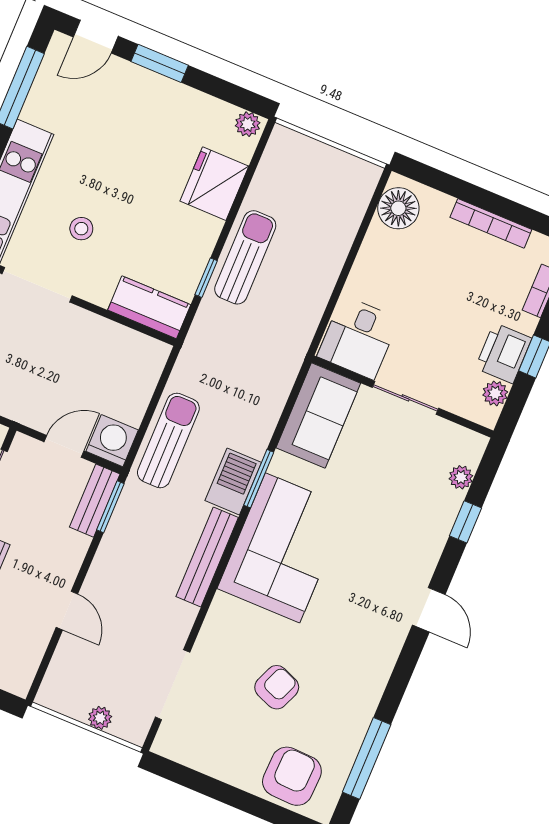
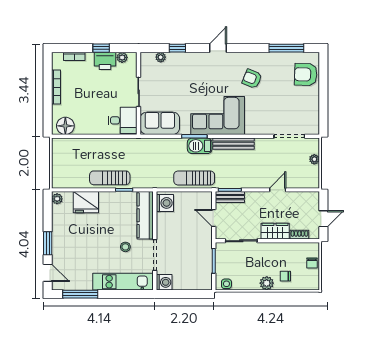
kitchen counter: (149, 307) -> (145, 215), width x1.50
washing machine: (112, 441) -> (165, 203), moved, turned 180
armchair: (277, 687) -> (252, 79), moved

